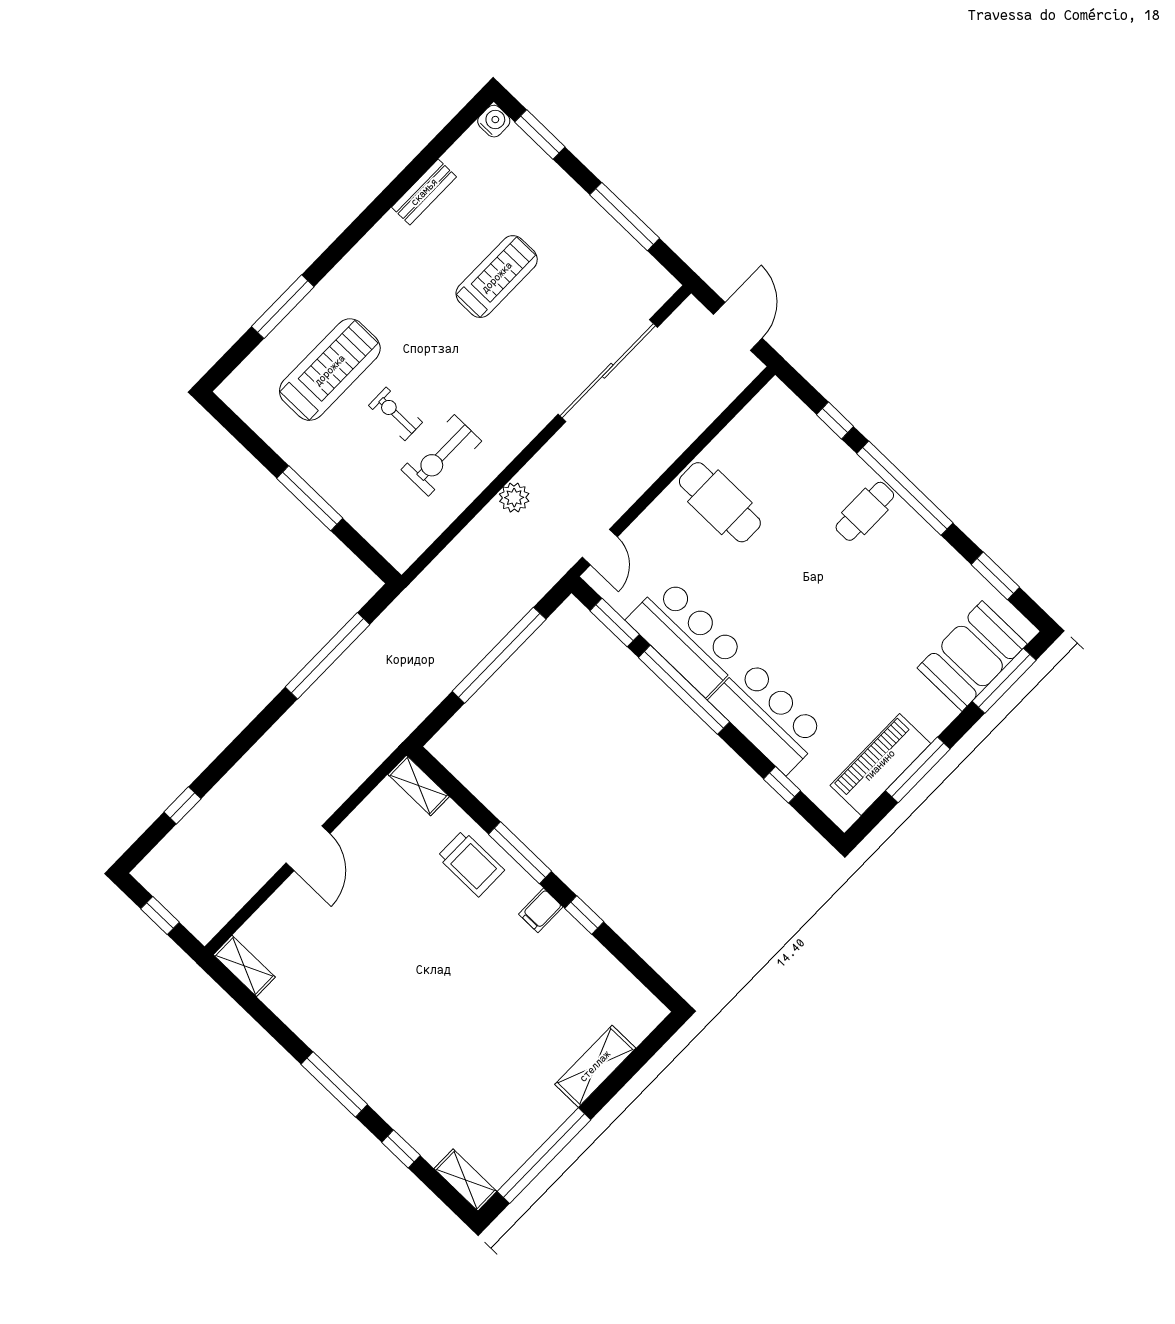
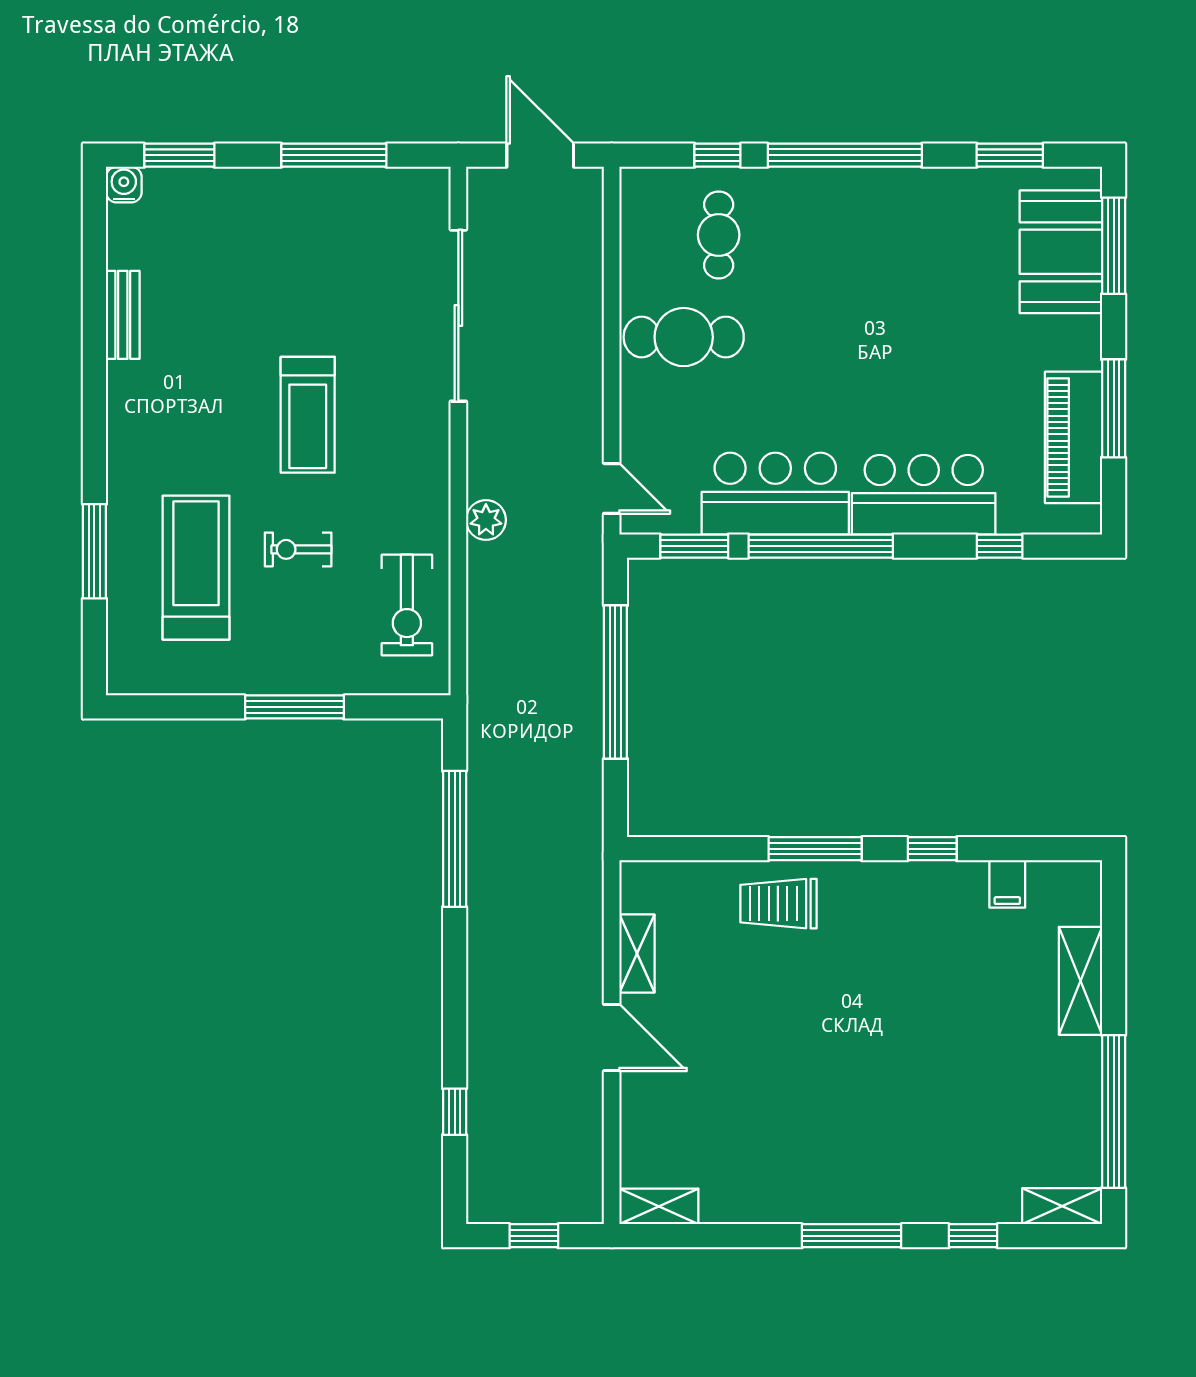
treadmill: (497, 277) -> (308, 415), moved, turned 180
exercise bike: (441, 455) -> (407, 605), moved
cafe table: (865, 511) -> (719, 235), moved
shelving: (419, 785) -> (637, 954), moved, turned 90
trolley: (471, 863) -> (779, 904), turned 180
filing cabinet: (541, 910) -> (1007, 884), moved

